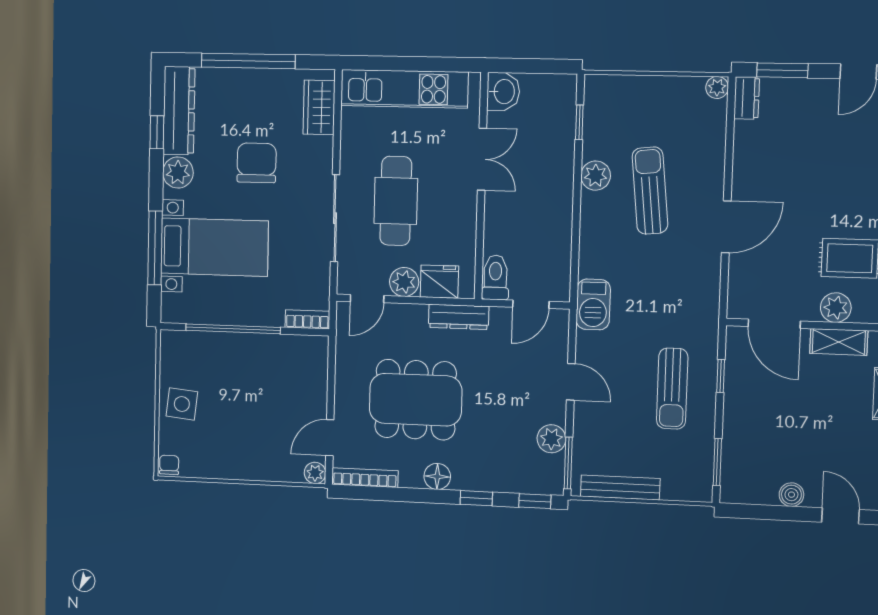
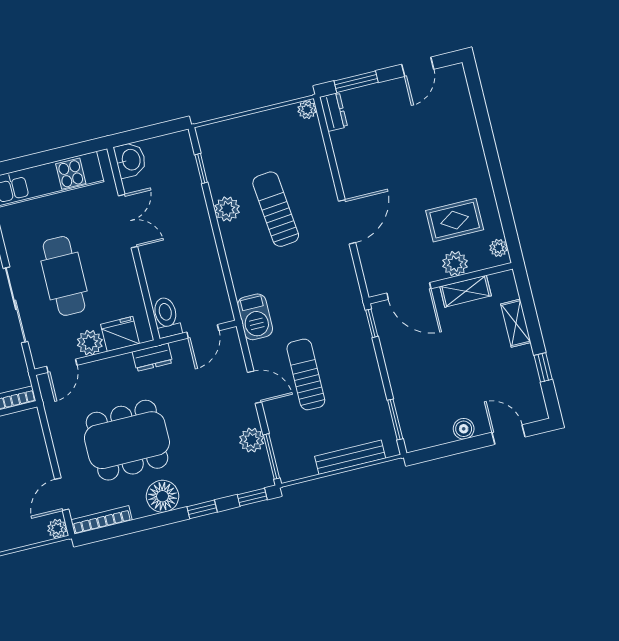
dresser: (459, 317) -> (152, 357), width x0.70
window: (721, 376) -> (372, 323), moved
sun lounger: (672, 389) -> (306, 374), moved, turned 180
floor lamp: (437, 476) -> (163, 496), width x1.38, depth x1.38
bench: (620, 487) -> (350, 457), moved

